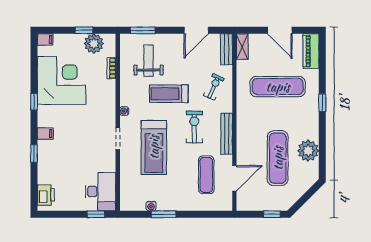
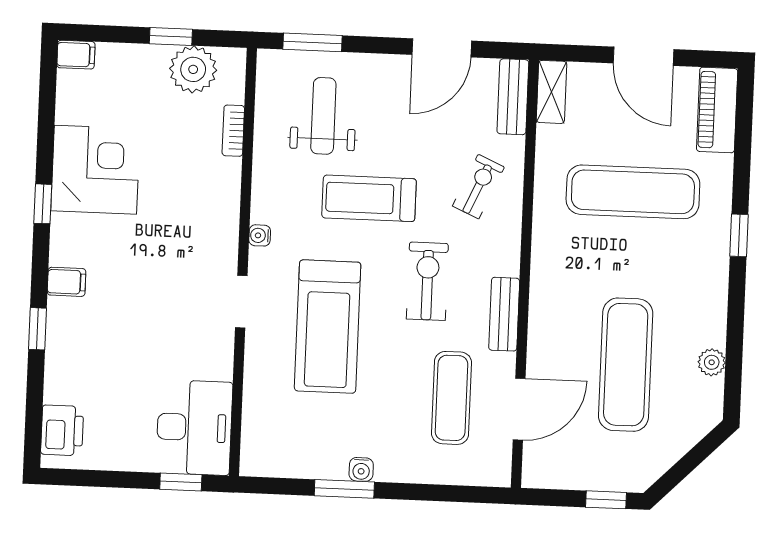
corner desk: (62, 80) -> (95, 170), width x0.74, depth x0.74
bench: (227, 134) -> (504, 314), width x0.73
plant: (308, 151) -> (712, 362), width x0.53, depth x0.53
water cooler: (151, 206) -> (361, 469), moved

